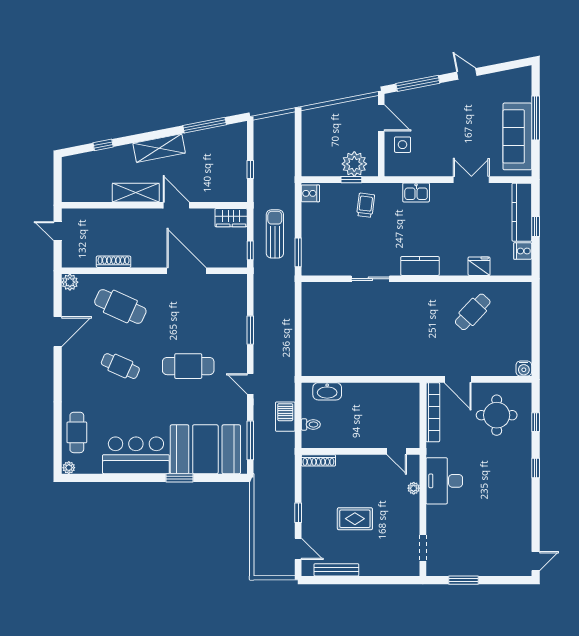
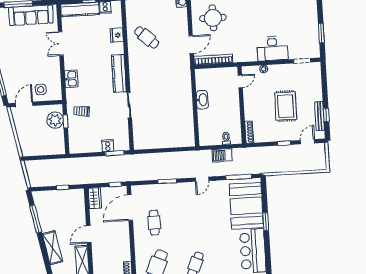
cooker: (310, 193) -> (108, 146), moved
sun lounger: (275, 234) -> (104, 169), removed
kitchen counter: (420, 266) -> (119, 73), width x1.50
door: (187, 271) -> (130, 207), moved
cafe table: (188, 366) -> (154, 223), moved, width x0.73, depth x0.74
washbasin: (327, 391) -> (202, 100), moved
desk: (444, 481) -> (272, 49), moved
rug: (355, 519) -> (286, 106), width x1.36, depth x1.43
window: (337, 580) -> (326, 115), added

